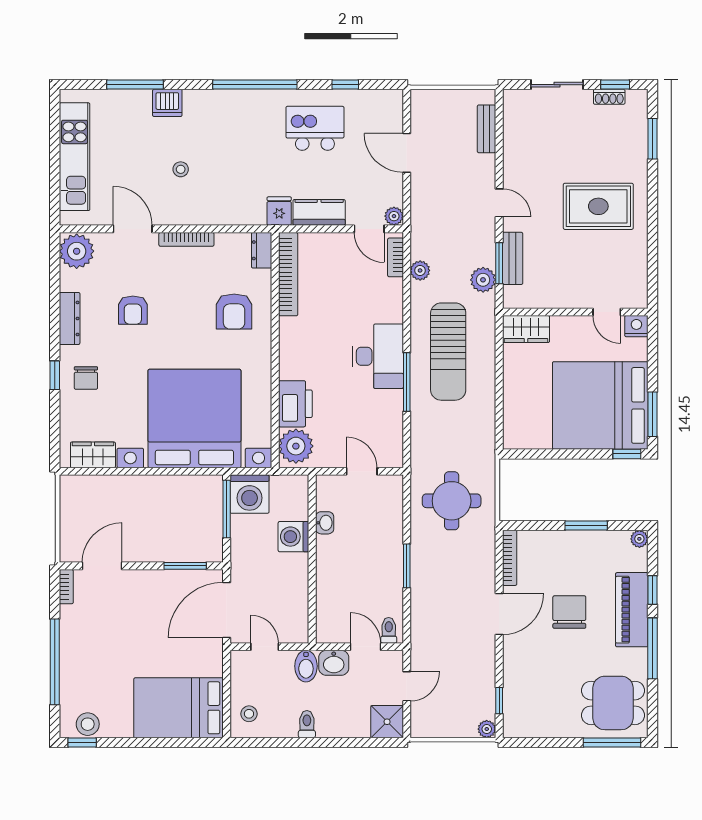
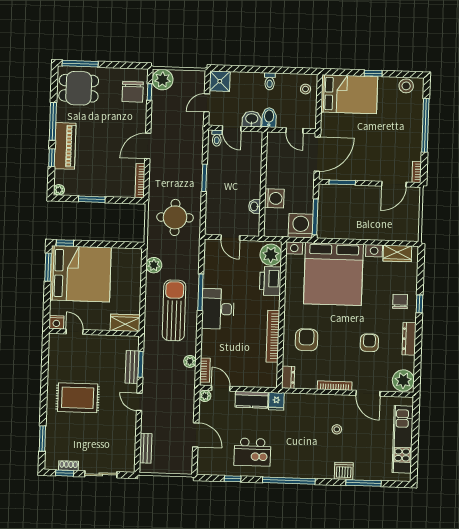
bookcase: (288, 274) -> (273, 336), moved
plant: (483, 280) -> (154, 265), moved
chair: (569, 612) -> (133, 92), moved
plant: (487, 729) -> (163, 80), width x1.88, depth x1.88
window: (82, 743) -> (373, 73), moved

